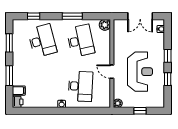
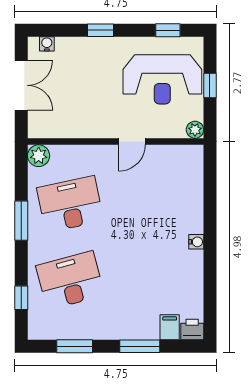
reception desk: (140, 72) -> (162, 79), moved, turned 180
window: (168, 79) -> (168, 30), moved
desk: (80, 86) -> (161, 204), removed

